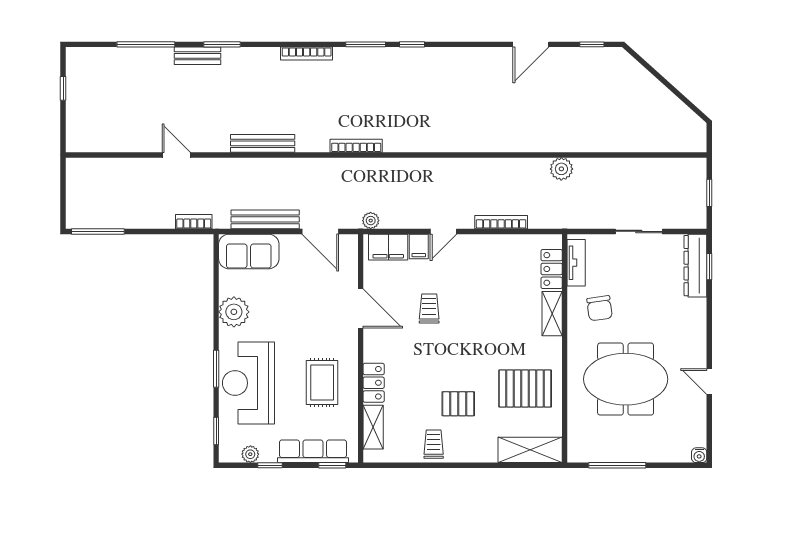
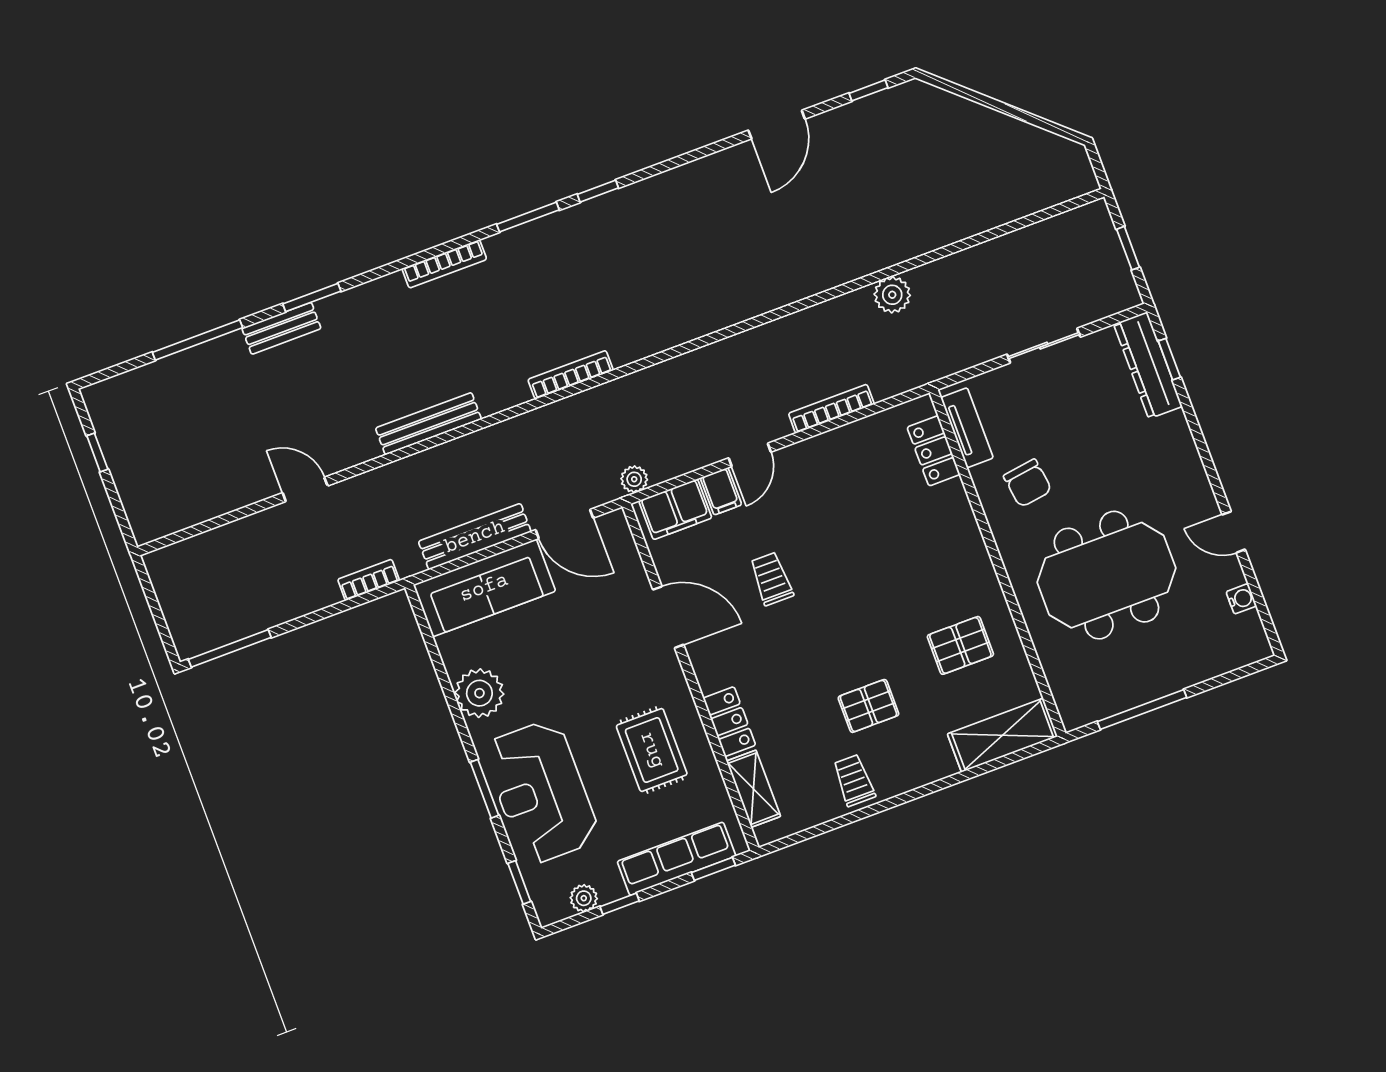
sofa: (249, 251) -> (484, 588), width x1.36
shelving: (552, 314) -> (959, 518), removed
pallet: (525, 388) -> (960, 645), width x0.67, depth x0.71
water cooler: (699, 455) -> (1241, 599), moved, turned -90

